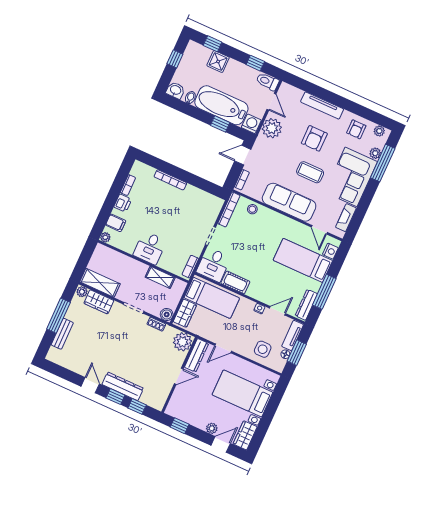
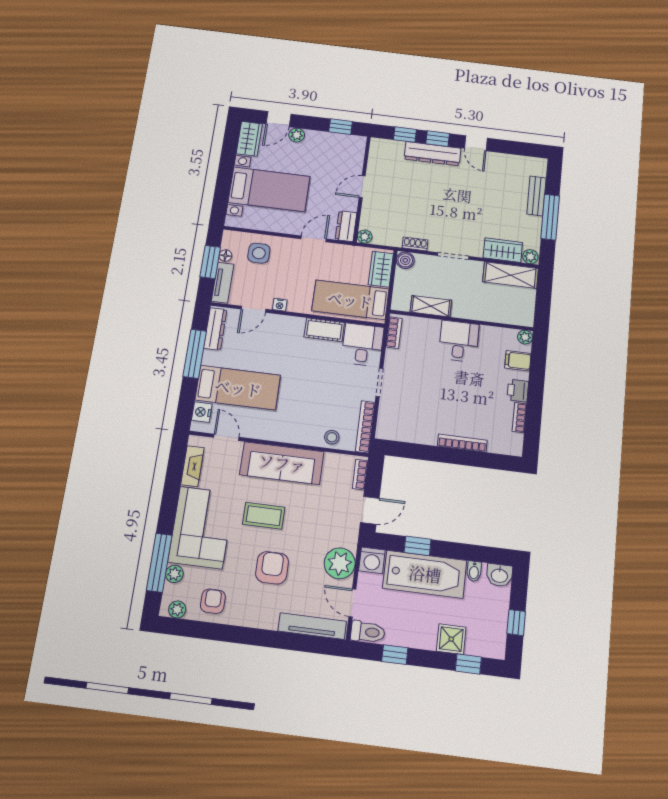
tv unit: (322, 106) -> (312, 626), moved
plant: (183, 342) -> (365, 237), width x0.53, depth x0.53
dresser: (197, 355) -> (346, 226), width x0.70

